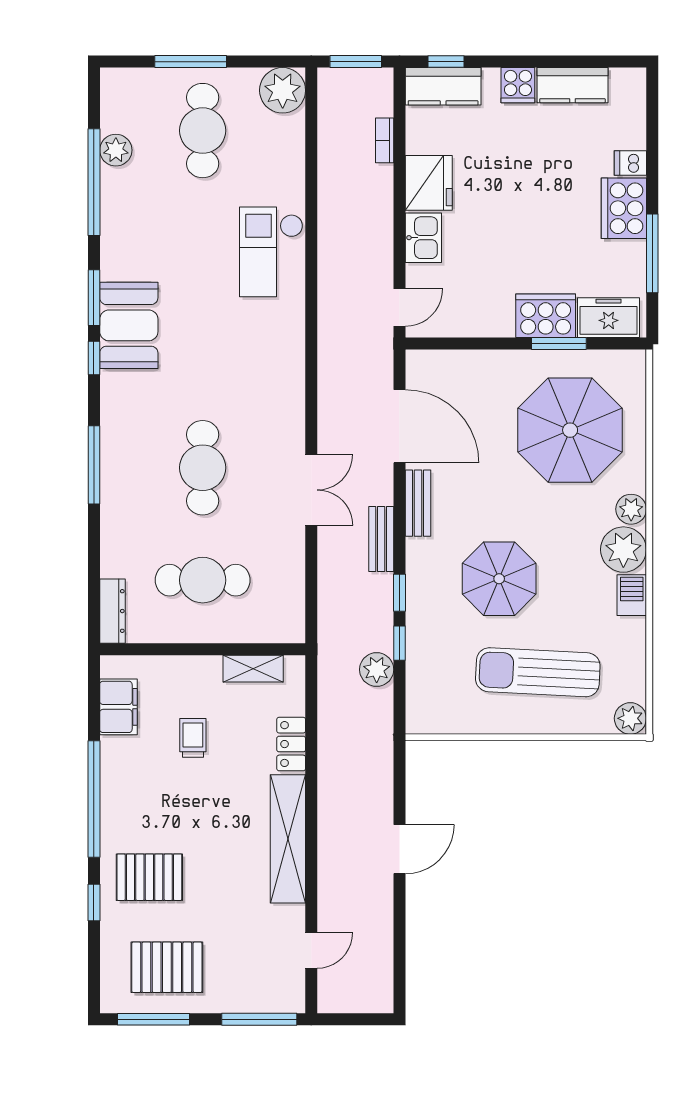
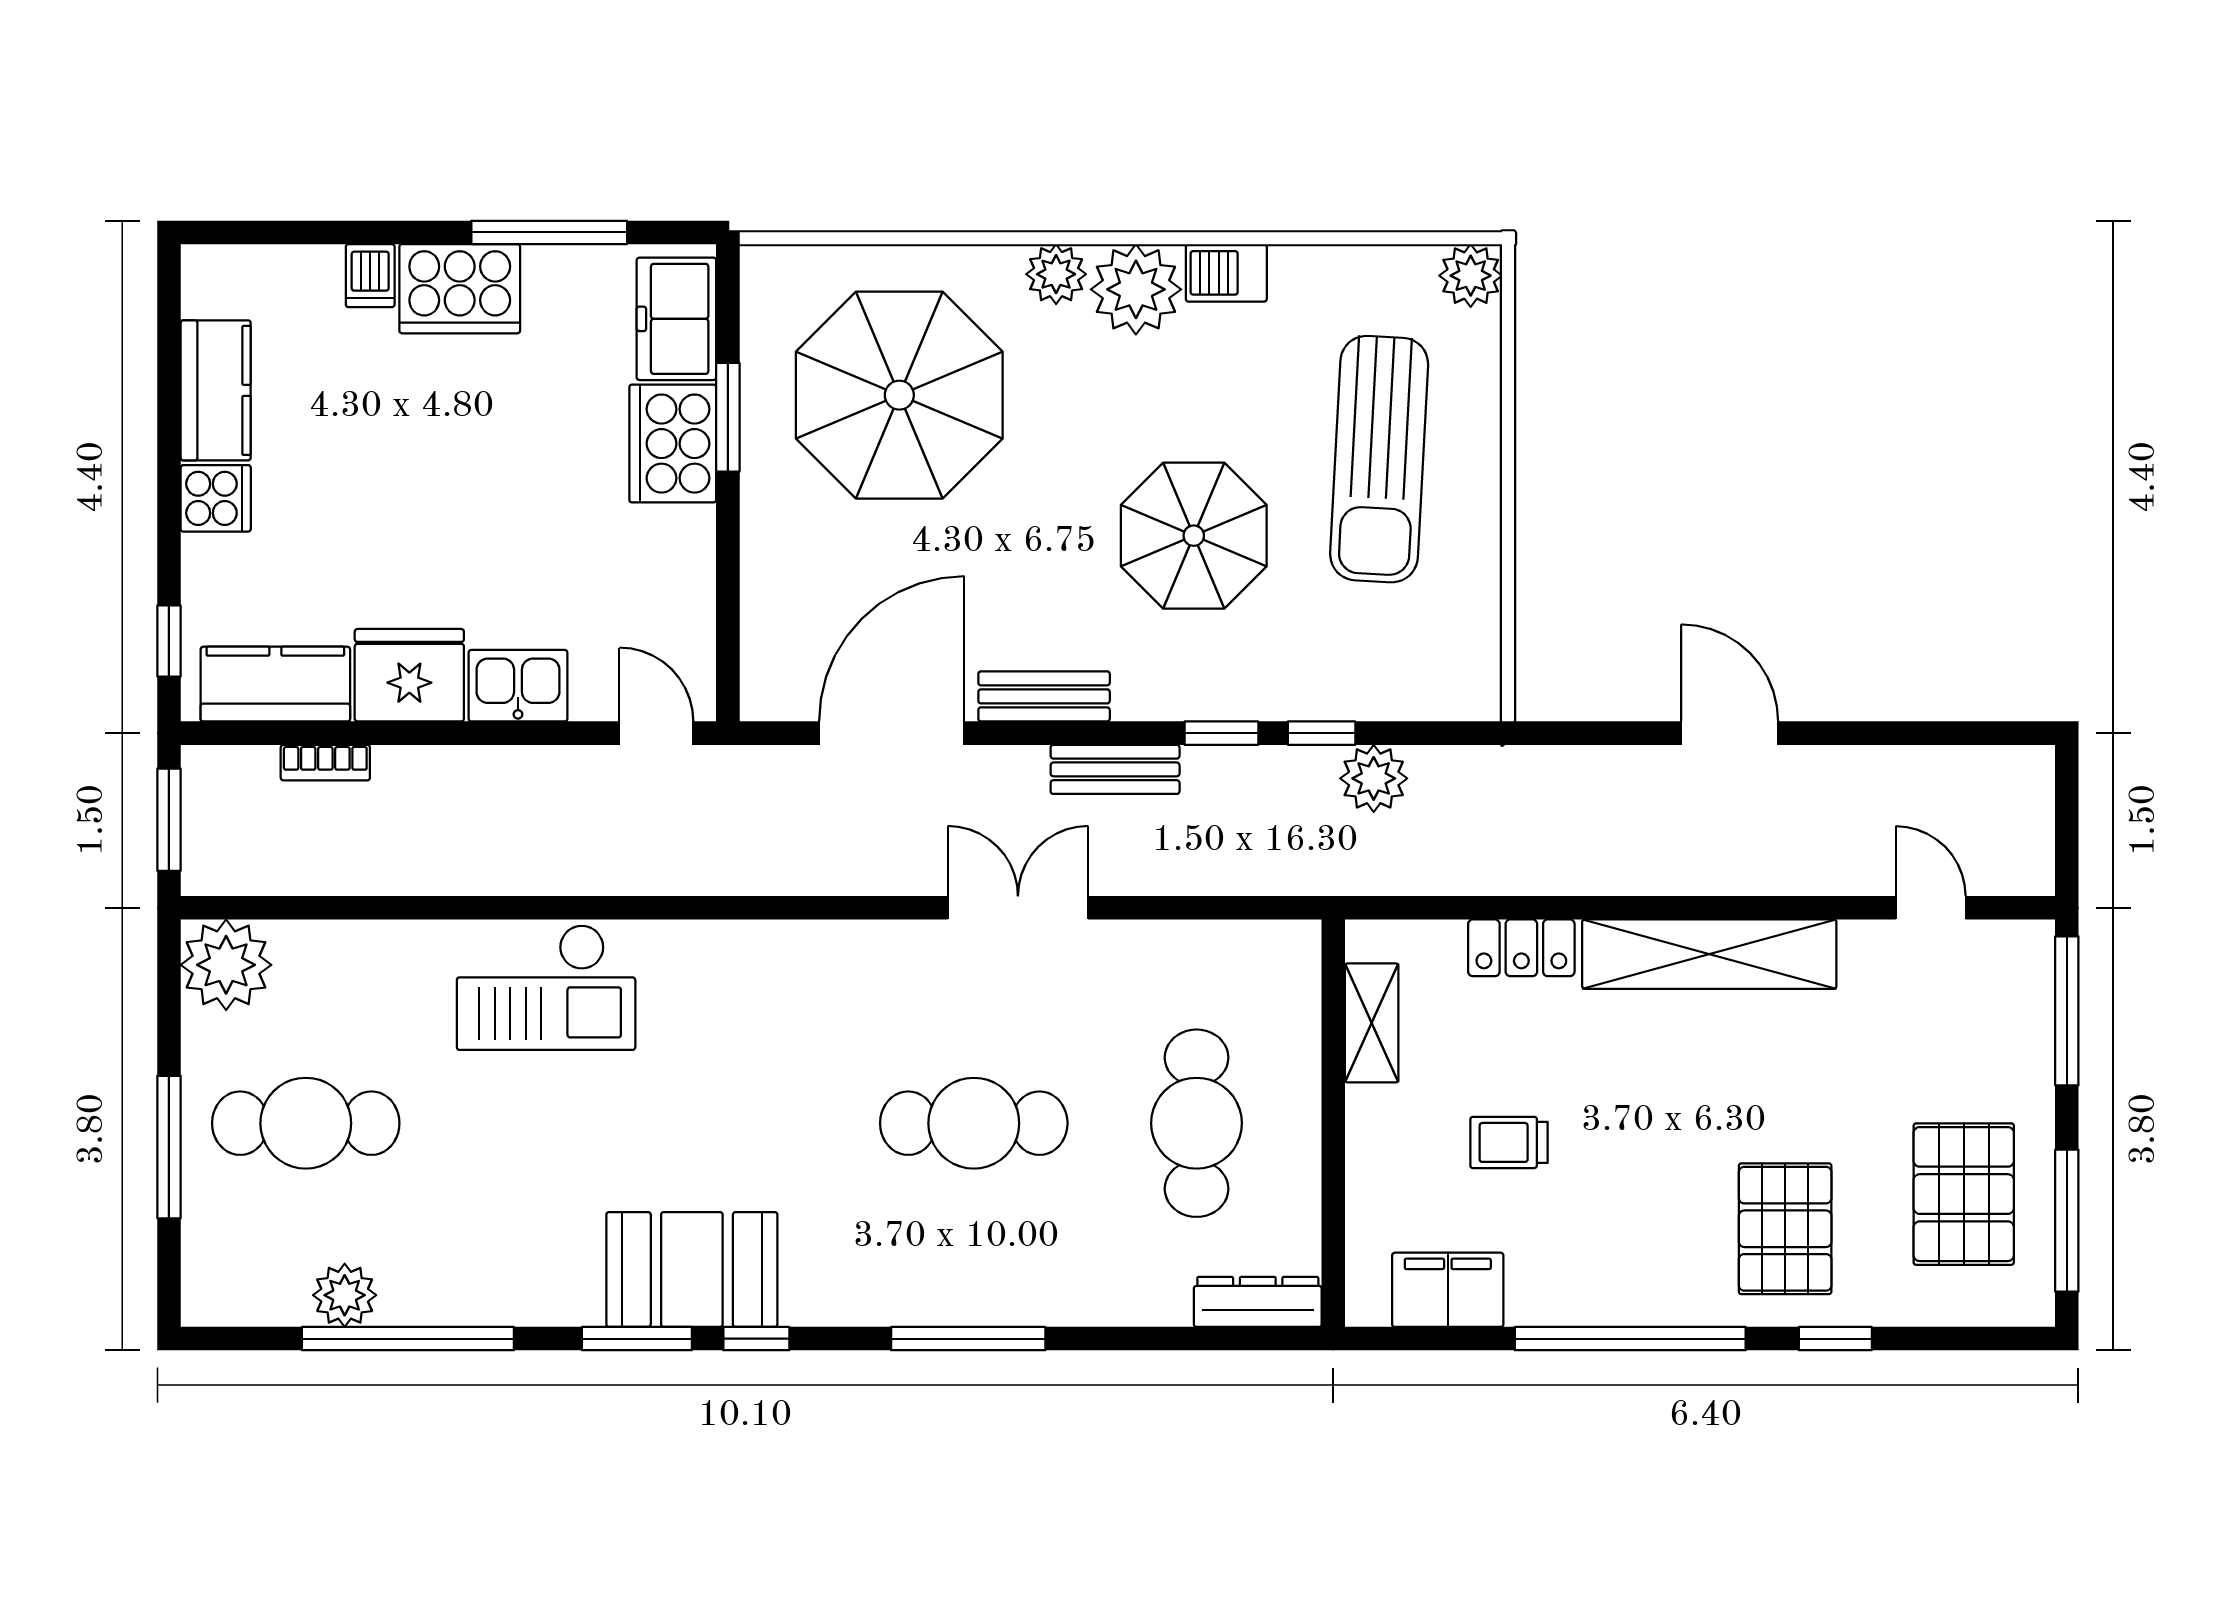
kitchen counter: (443, 86) -> (275, 684), moved, turned -90

